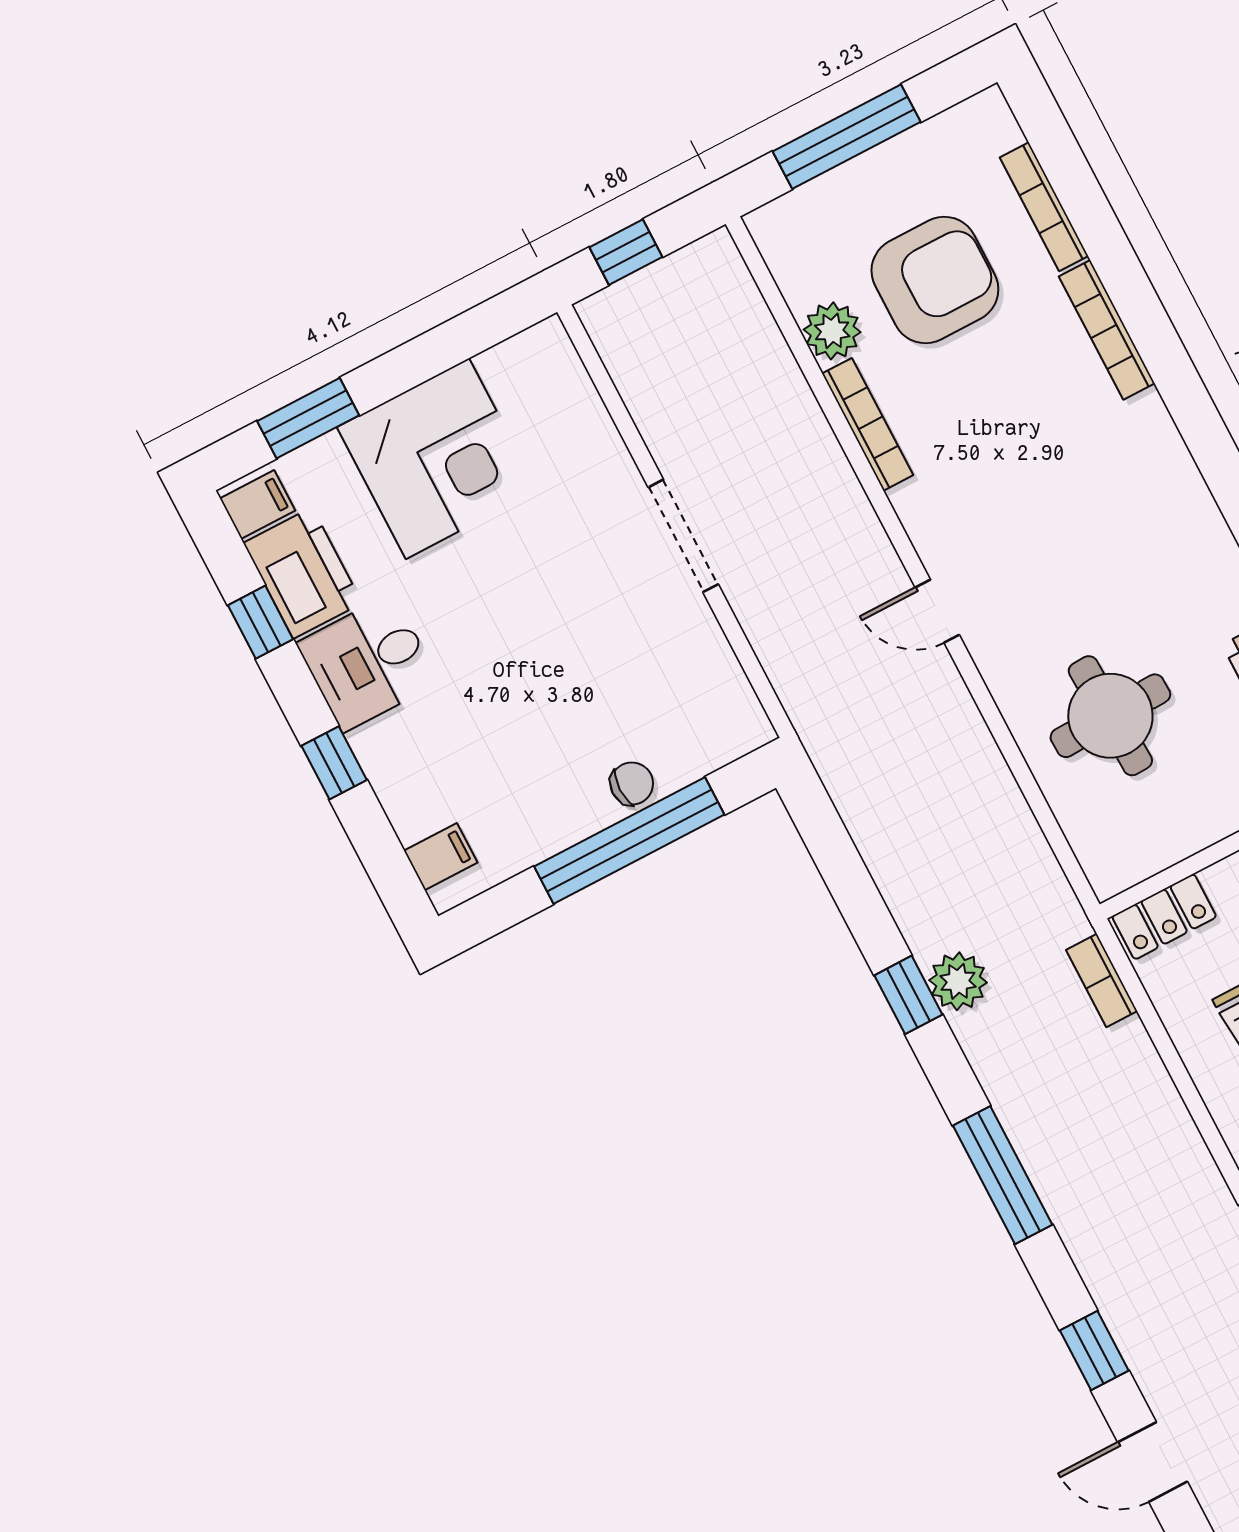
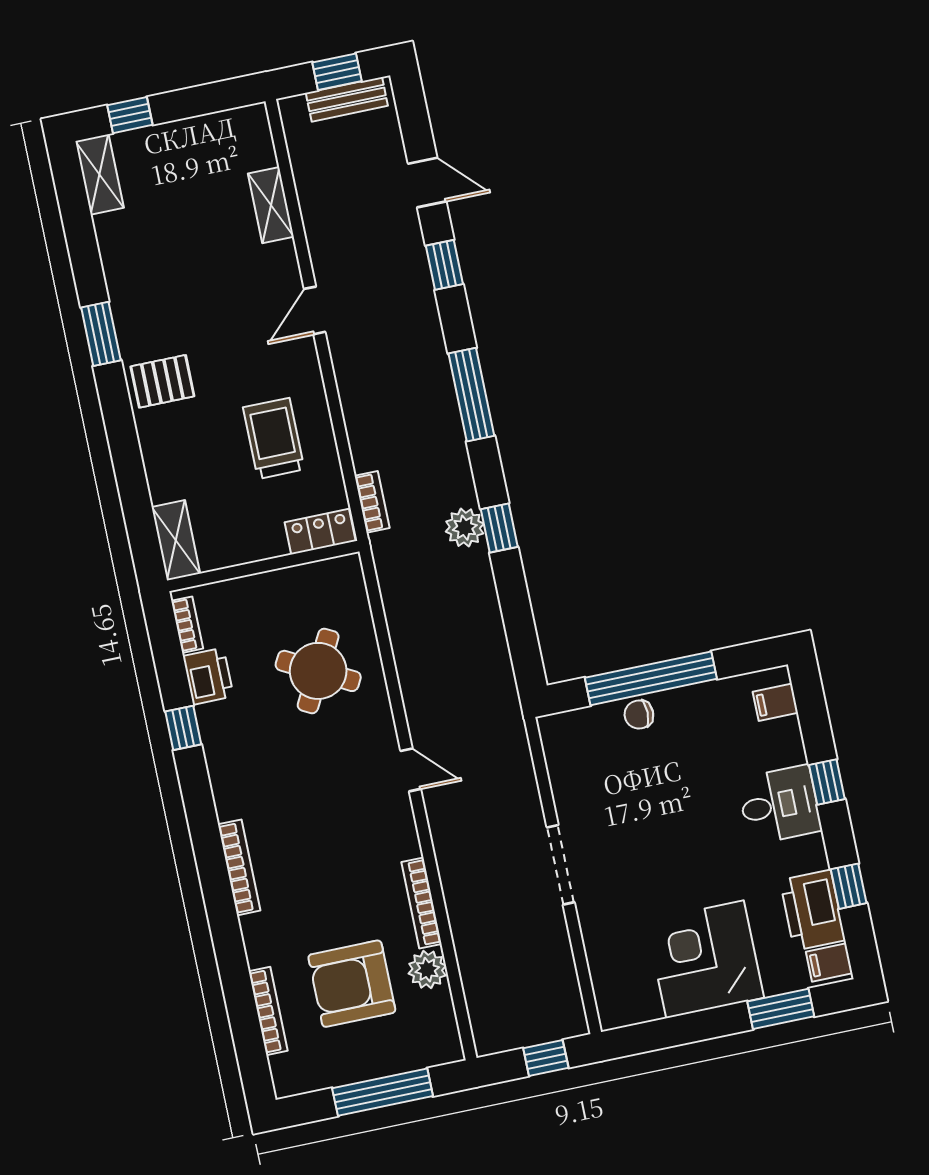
bookcase: (1107, 330) -> (239, 867), moved
desk: (368, 663) -> (779, 805), moved
round table: (1110, 716) -> (318, 671), turned 30

